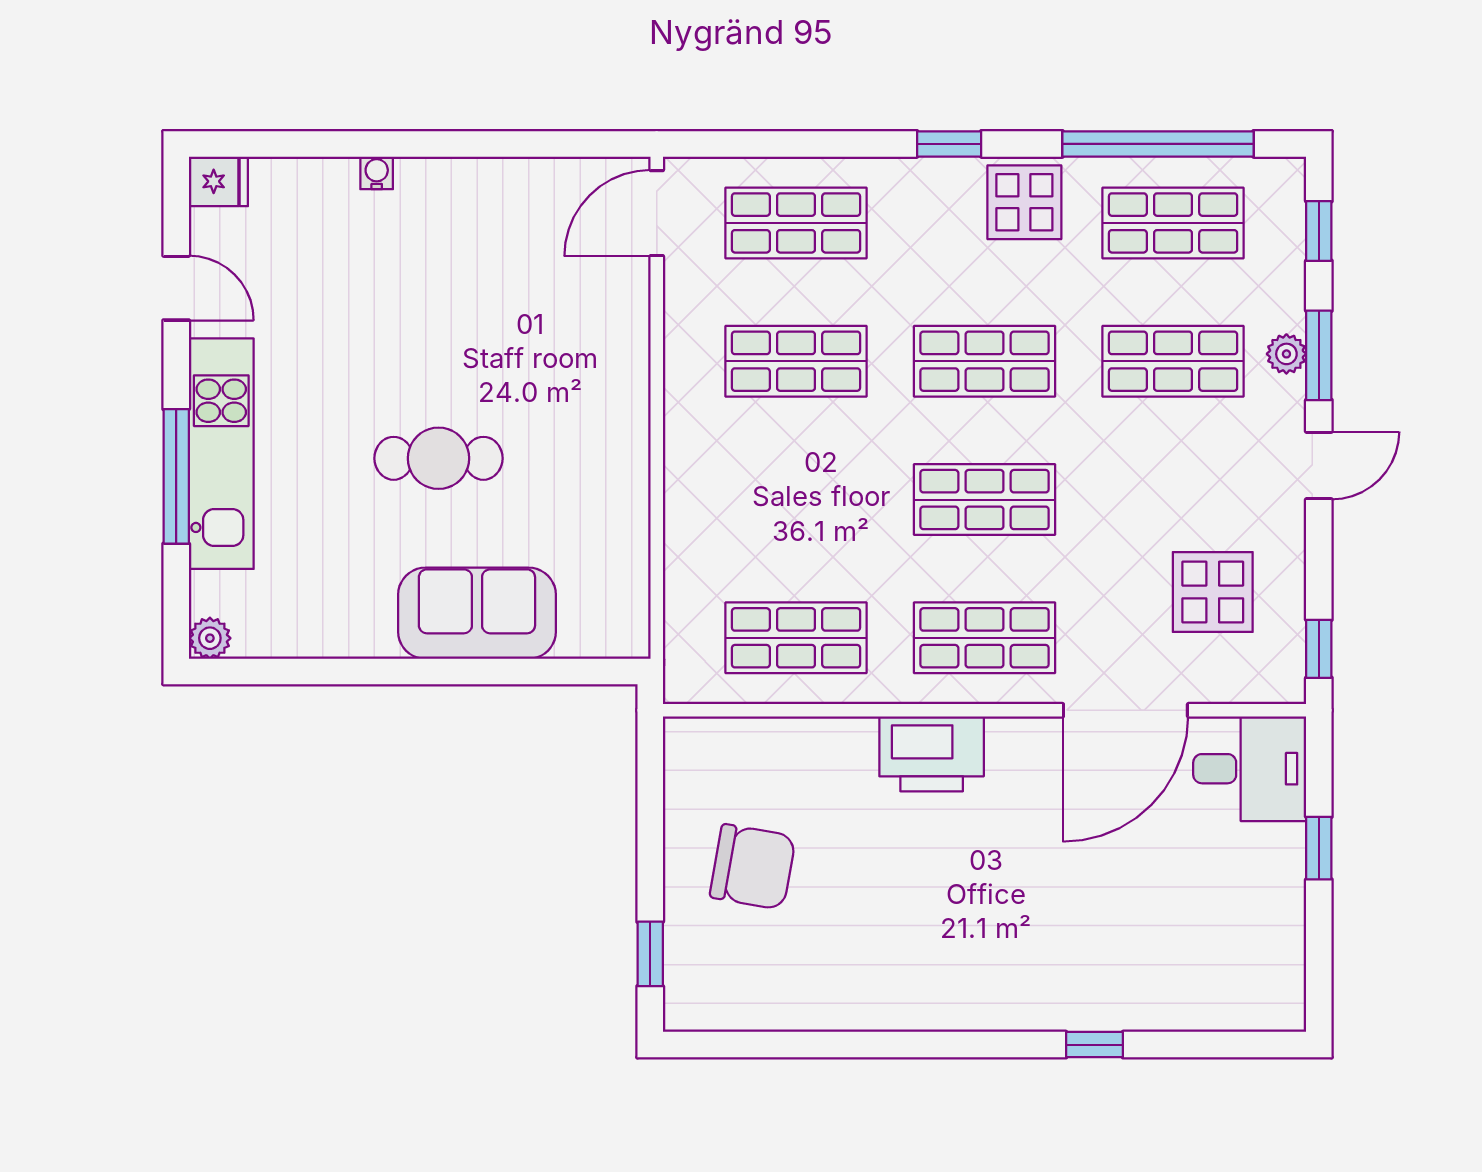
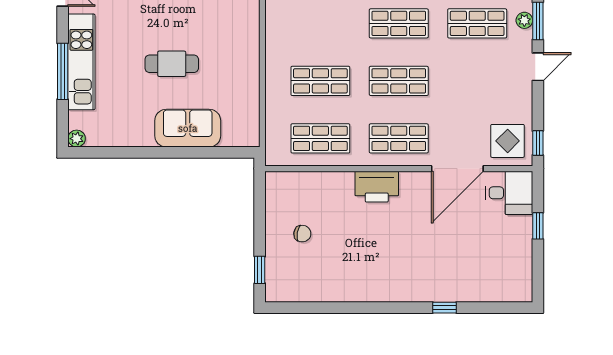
shop shelf: (796, 361) -> (320, 81), moved
display table: (1213, 592) -> (508, 141), moved
chair: (753, 867) -> (302, 234), width x0.54, depth x0.54

